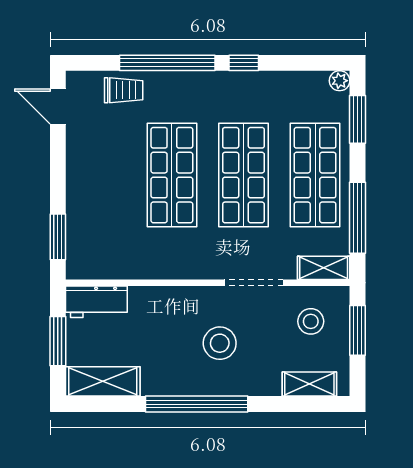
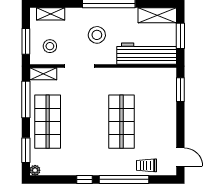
shop shelf: (243, 175) -> (85, 122), removed
workbench: (96, 302) -> (147, 54), width x1.88, depth x1.32

